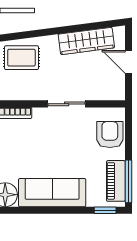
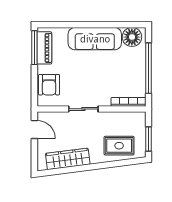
door: (128, 62) -> (34, 129), moved
window: (105, 210) -> (53, 25), removed

